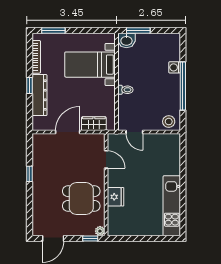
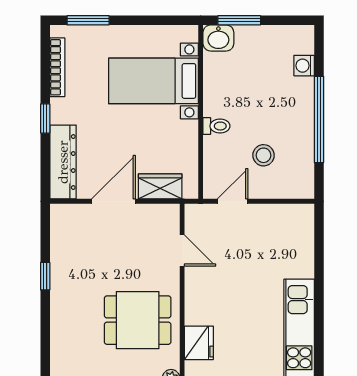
washing machine: (175, 67) -> (304, 66), moved
dresser: (39, 95) -> (63, 162), moved
stool: (169, 122) -> (264, 155), moved
door: (134, 132) -> (233, 201), swing flipped
fridge: (116, 197) -> (199, 343), moved

